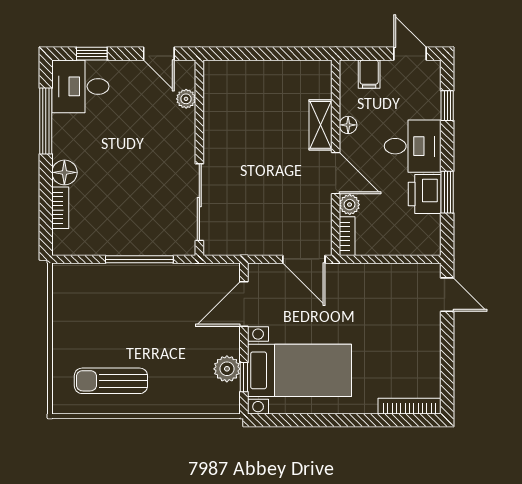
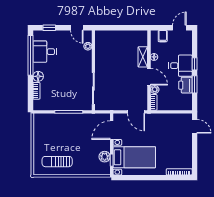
door: (410, 54) -> (179, 28), hinge flipped
desk: (80, 86) -> (45, 52), moved
window: (447, 106) -> (195, 64), moved
window: (46, 121) -> (30, 55), width x1.46

